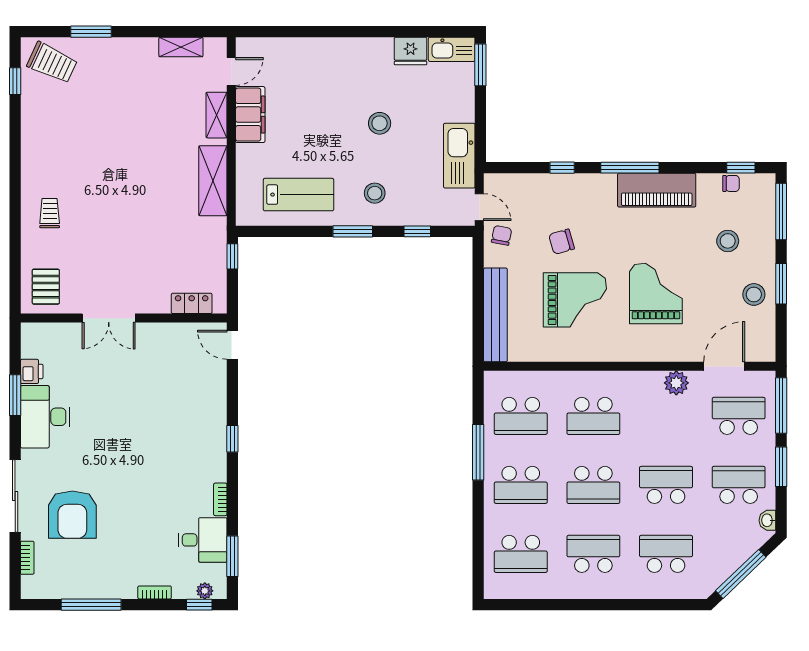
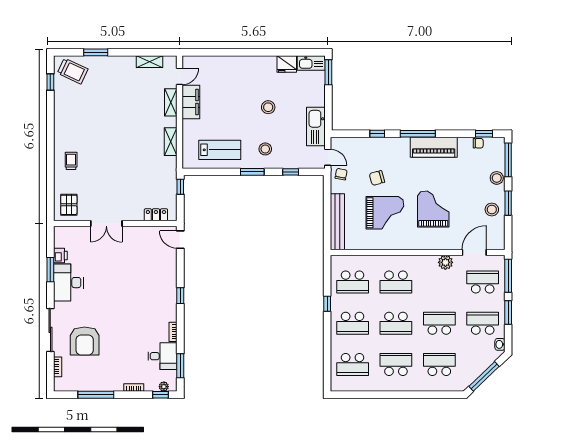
shelving: (213, 181) -> (171, 142), width x0.67, depth x0.75
stool: (728, 241) -> (497, 178), moved
window: (478, 452) -> (327, 304), width x0.46

